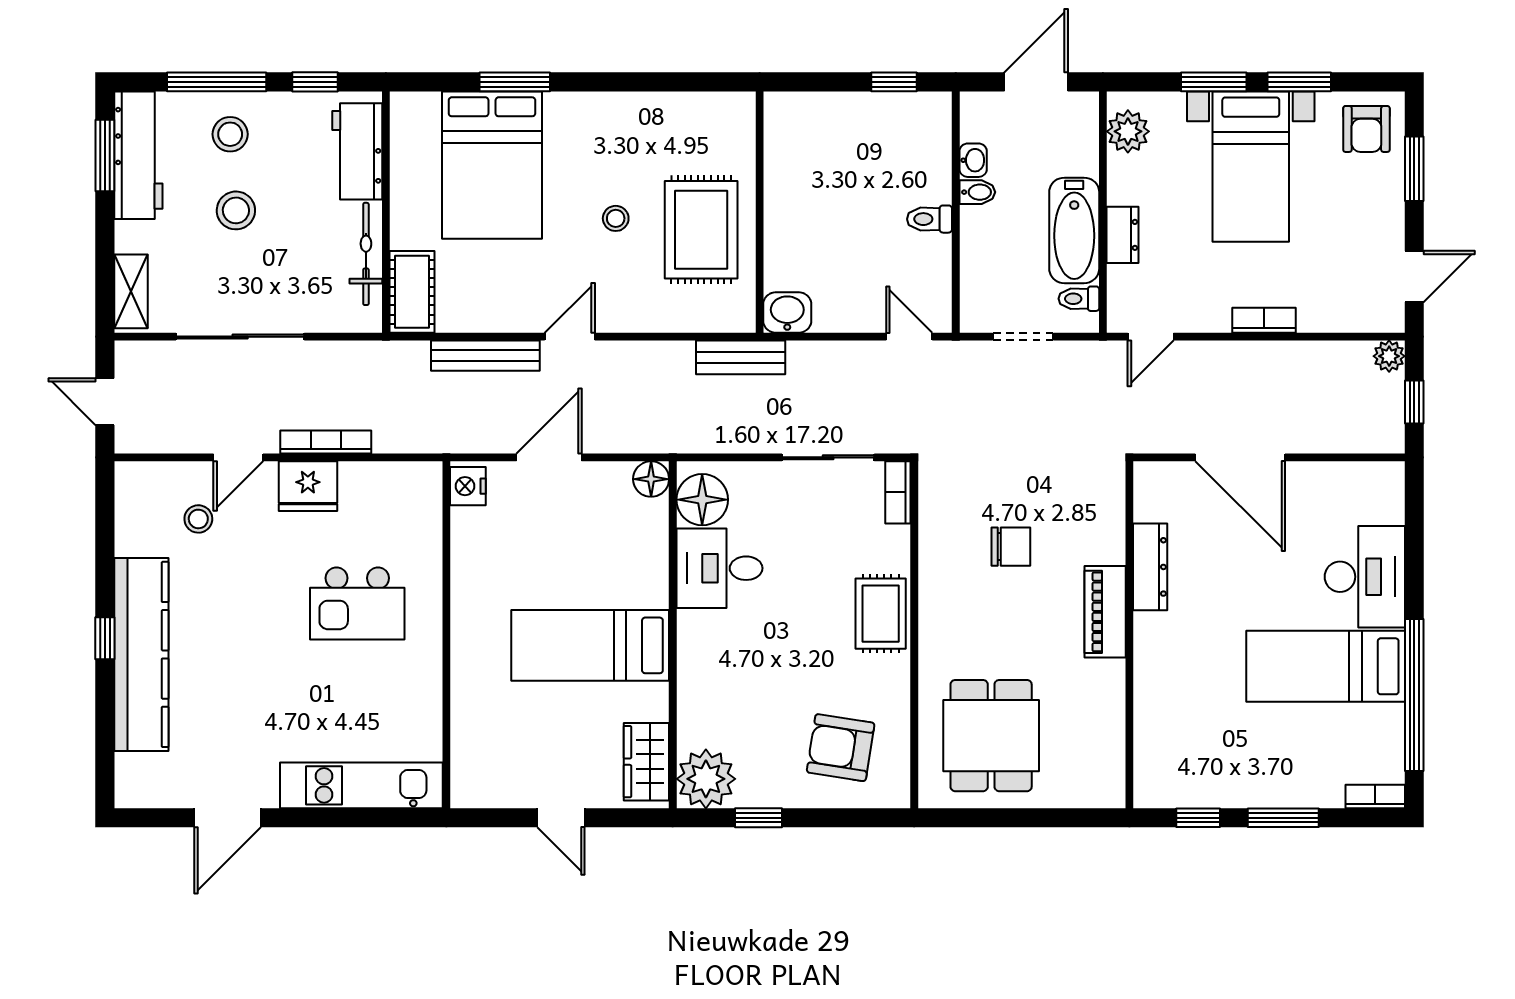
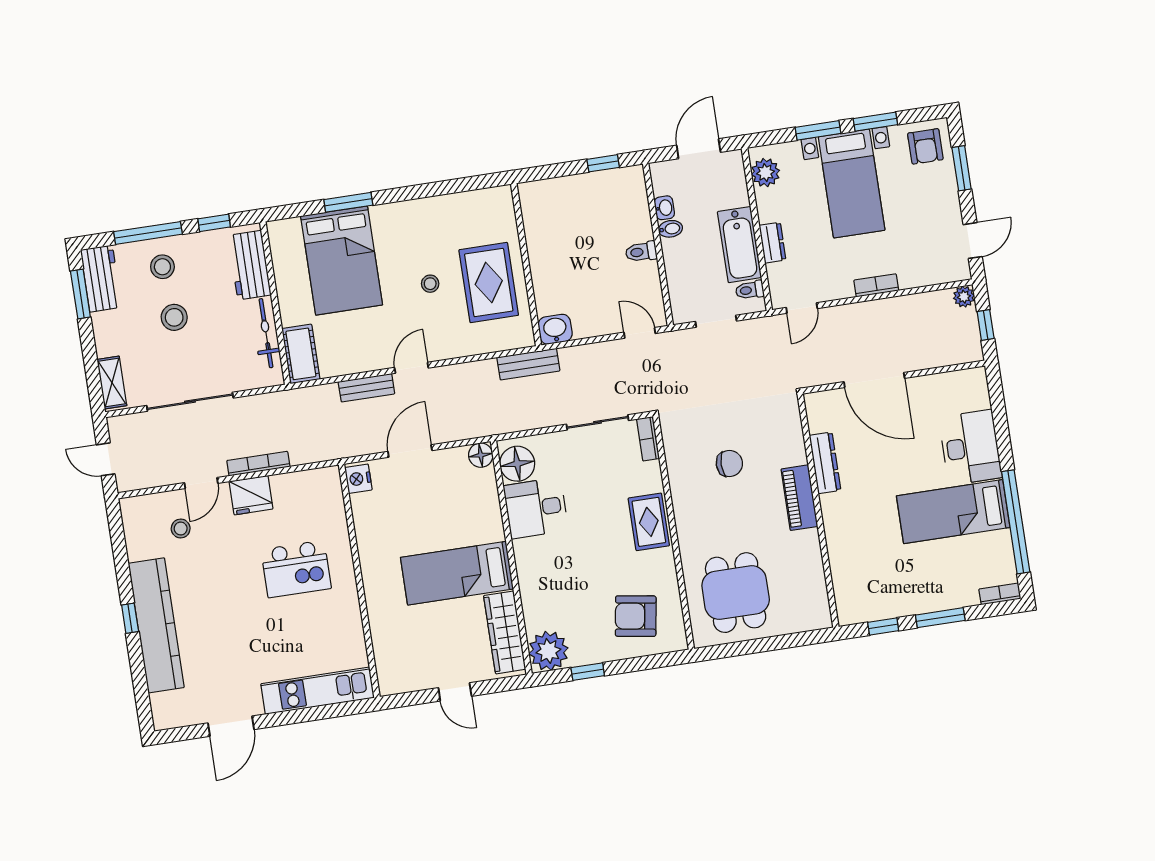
workbench: (138, 155) -> (101, 279), width x0.73
bench: (485, 356) -> (366, 388), width x0.73
wardrobe: (646, 762) -> (505, 632), width x1.50

